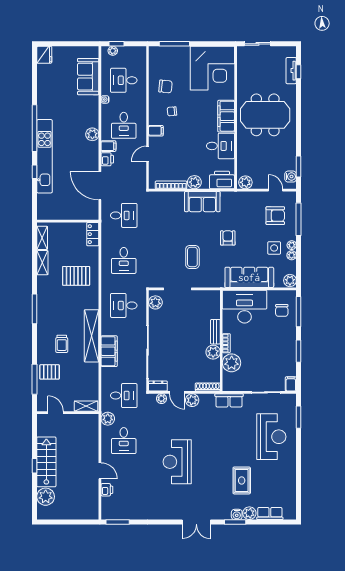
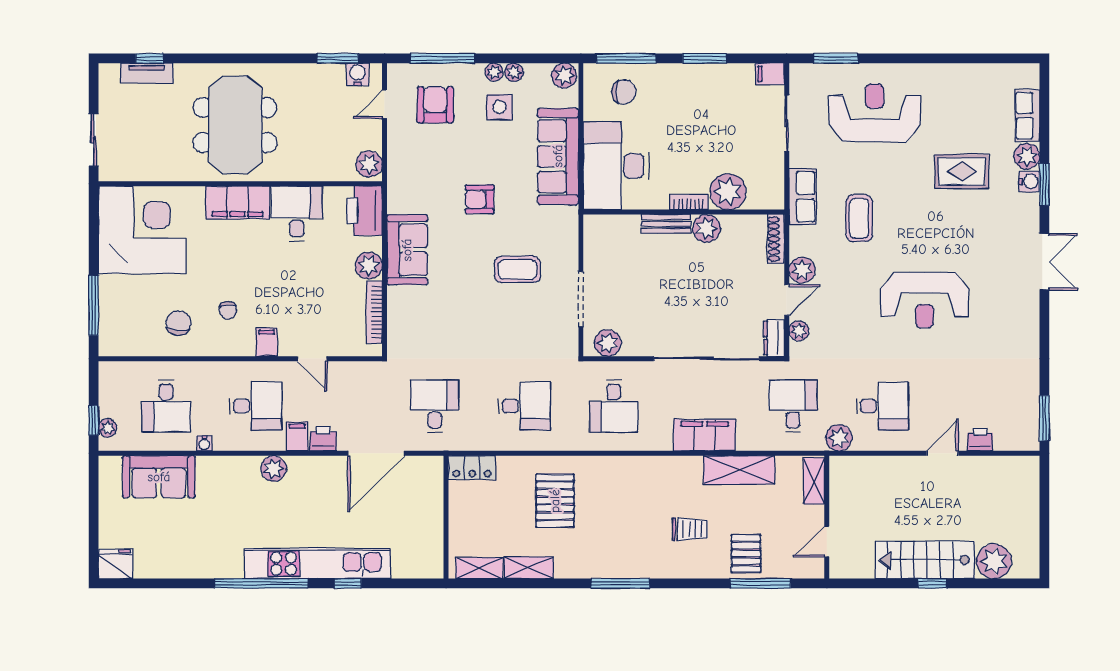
shelving: (92, 336) -> (739, 470), moved, width x0.68
coffee table: (218, 429) -> (859, 218), added

